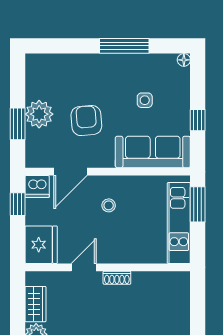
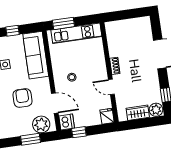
plant: (39, 114) -> (41, 124), moved
armchair: (86, 121) -> (22, 98), turned 95
fridge: (41, 245) -> (107, 116), width x0.53, depth x0.75

